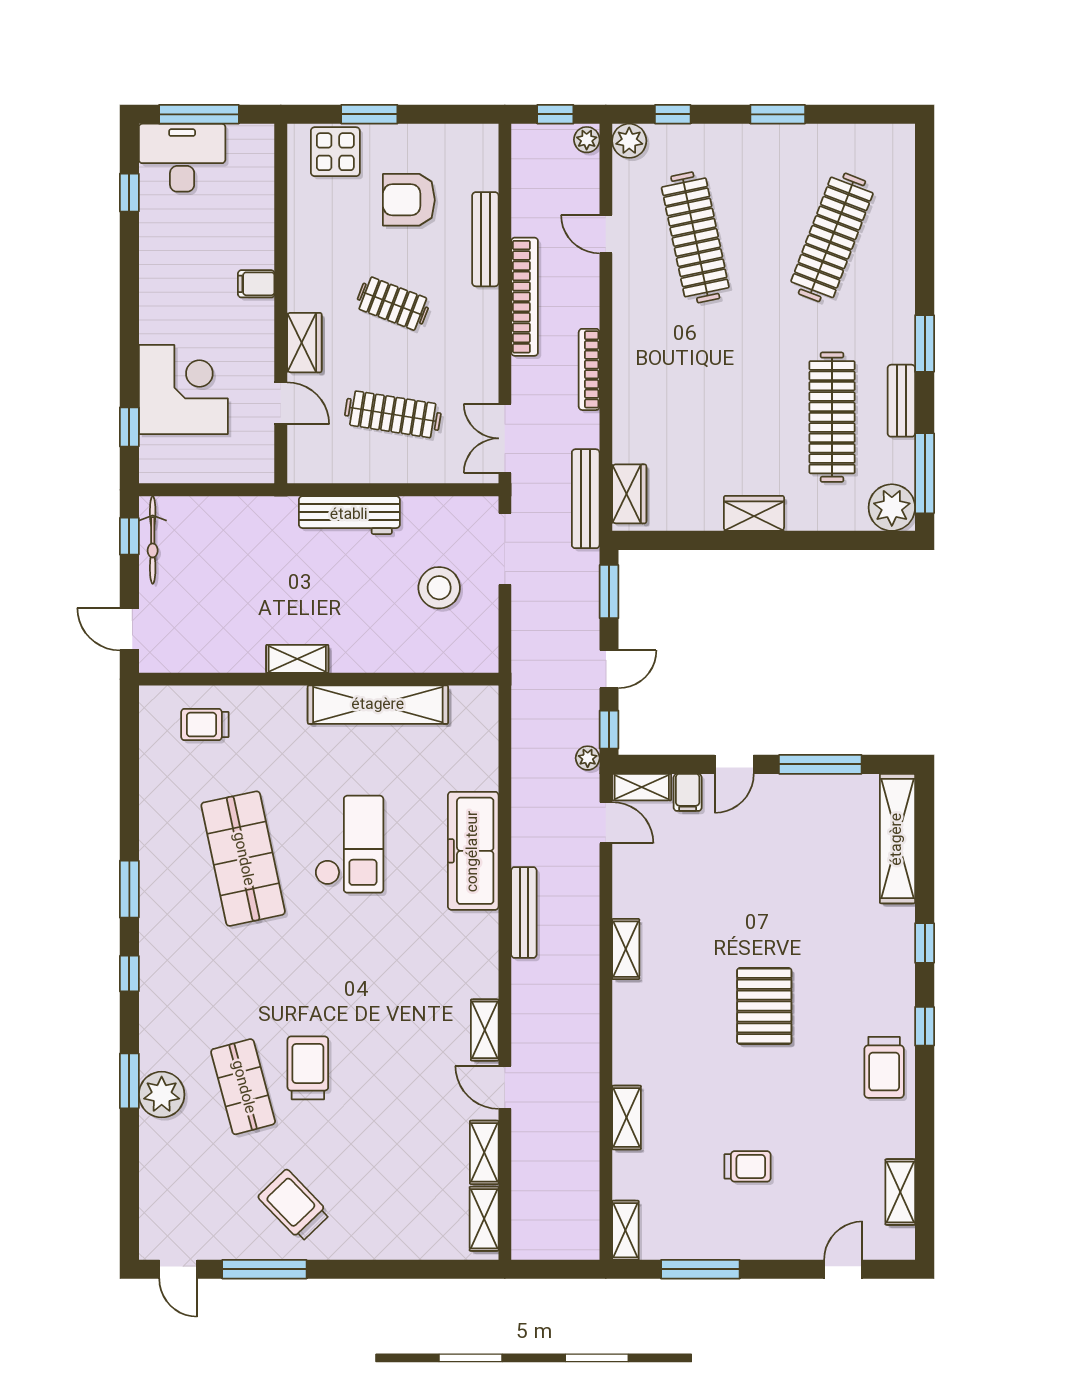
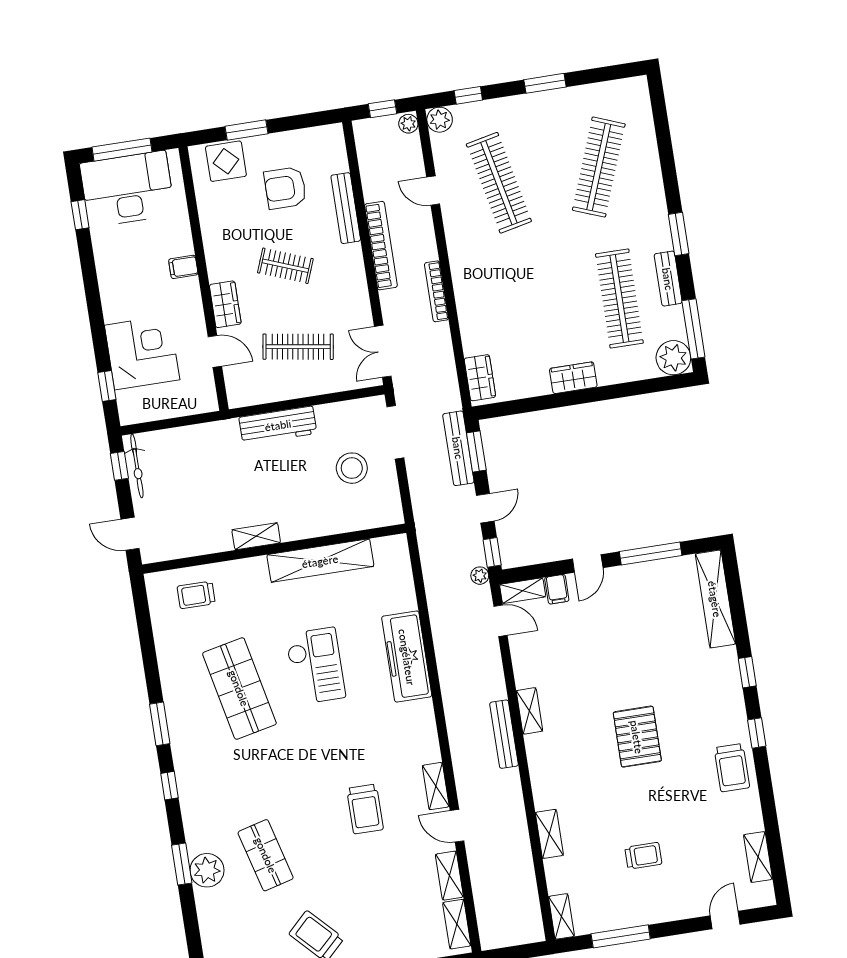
desk: (182, 158) -> (127, 189), width x1.36, depth x1.30
bench: (586, 499) -> (458, 448), moved
bench: (524, 912) -> (504, 734), moved
trolley: (308, 1068) -> (365, 809), moved, turned 180

